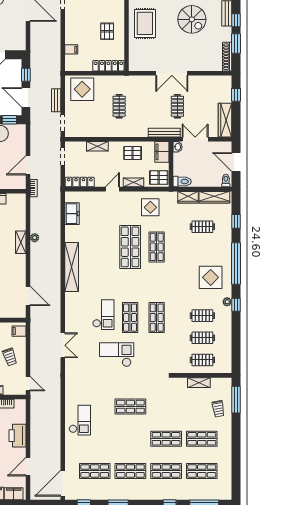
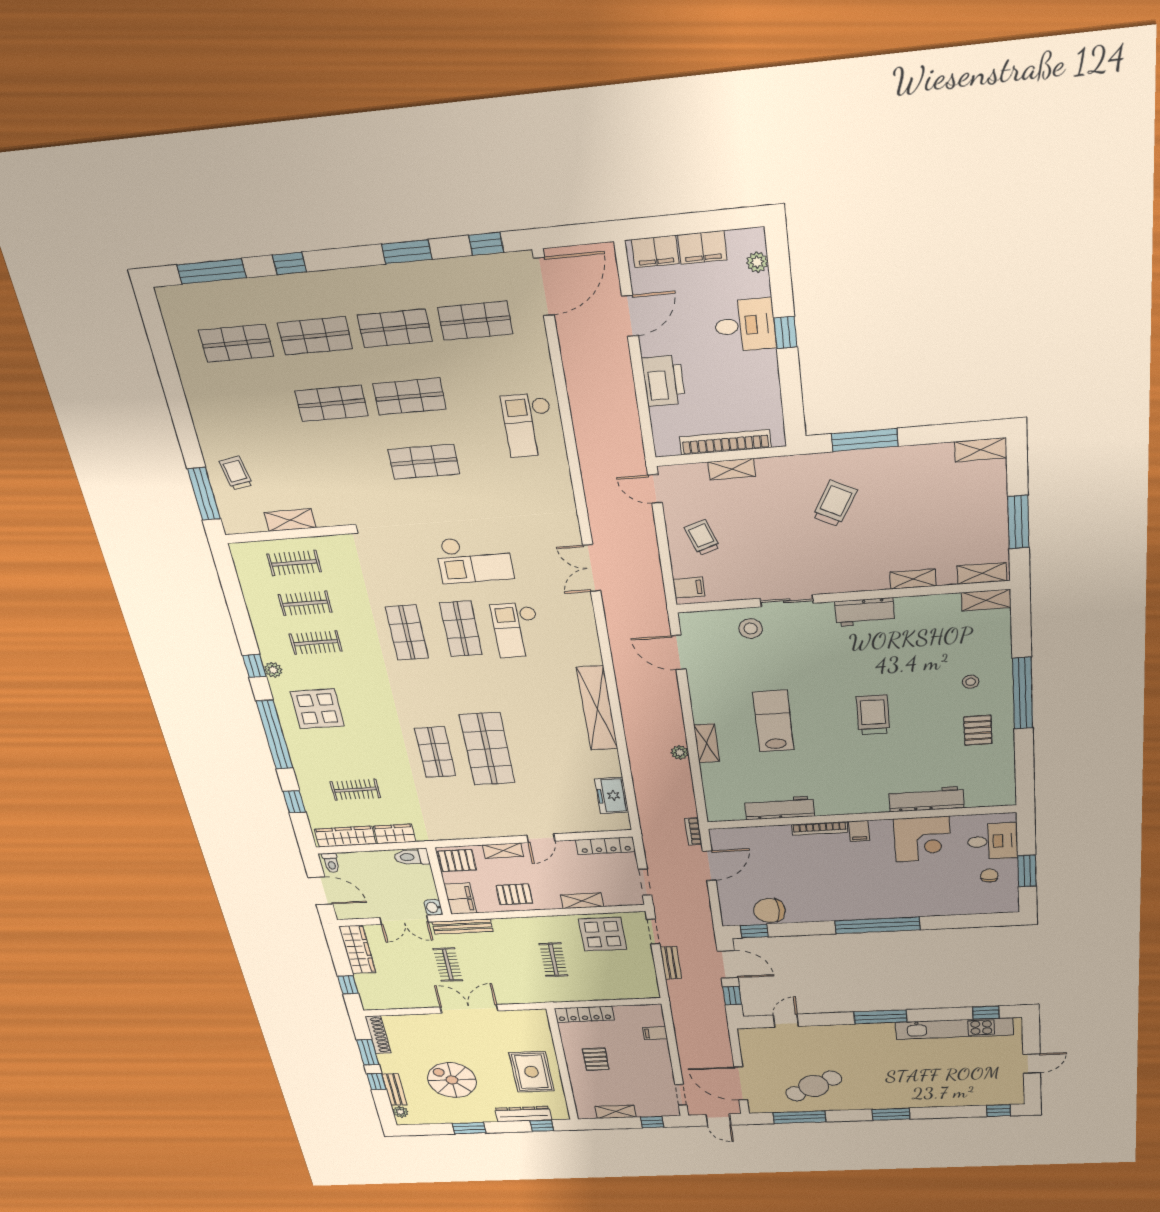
display table: (82, 89) -> (603, 934), moved
display table: (150, 207) -> (462, 814), removed
shop shelf: (202, 439) -> (410, 396), moved

